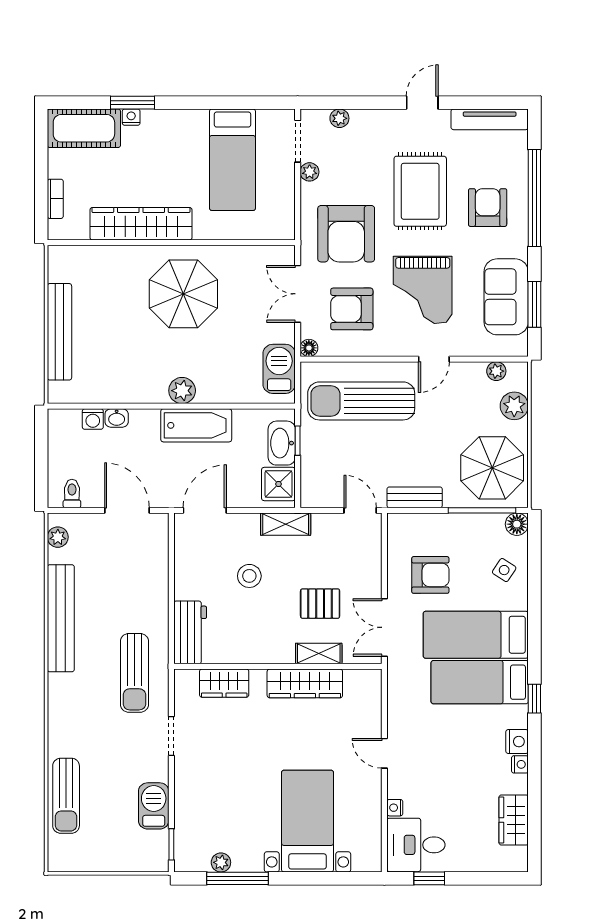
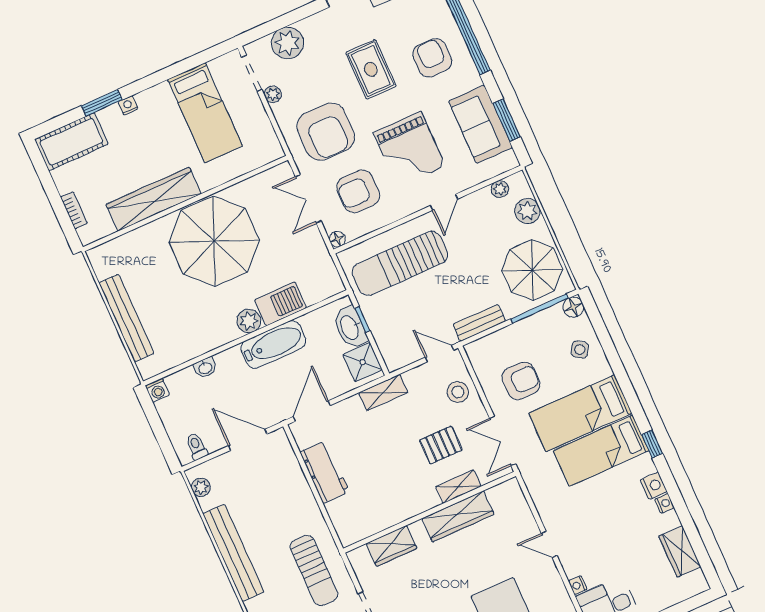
nightstand: (131, 117) -> (128, 105), moved
plant: (339, 118) -> (287, 43), width x1.87, depth x1.87
rug: (420, 191) -> (371, 69), width x0.73, depth x0.70
parasol: (183, 294) -> (214, 241), width x1.36, depth x1.36
barbecue: (279, 369) -> (281, 304), moved, turned 90
washing machine: (93, 419) -> (157, 390), moved
stool: (249, 576) -> (458, 392), moved
workbench: (190, 632) -> (325, 472), moved

